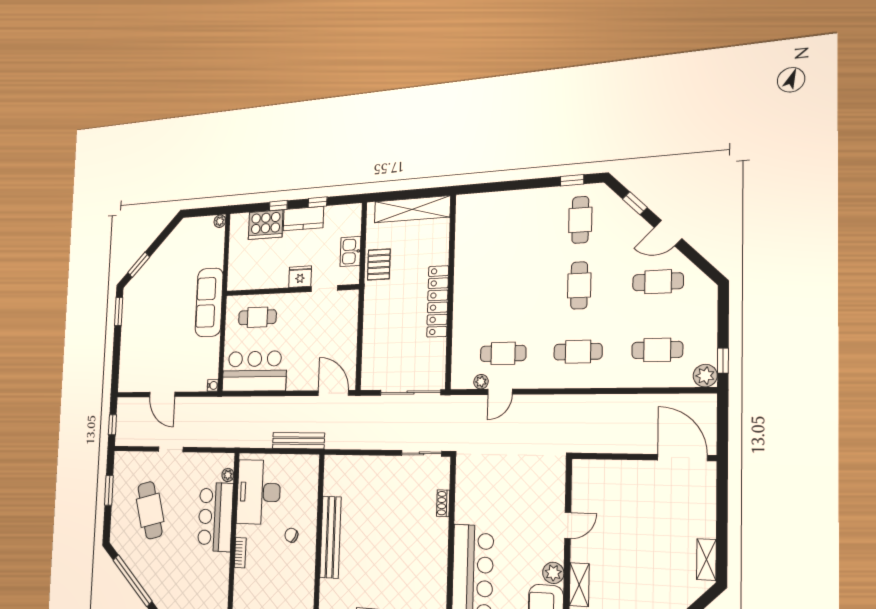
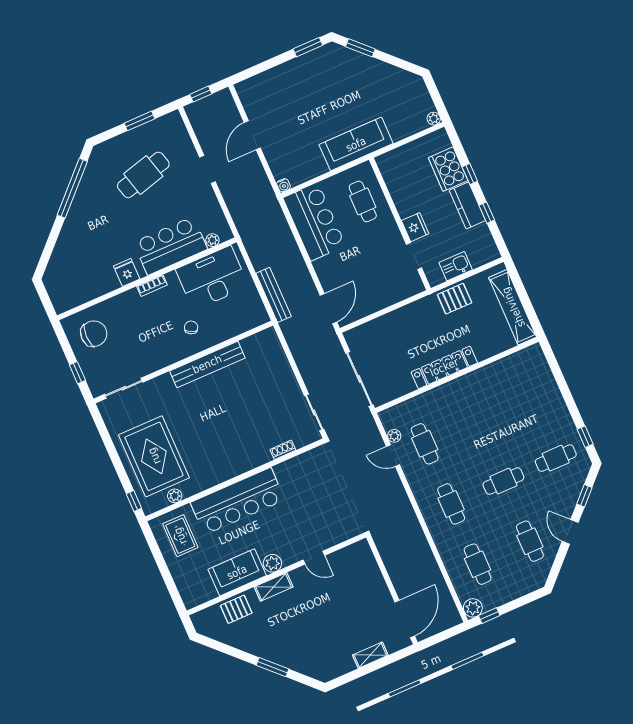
shelving: (706, 560) -> (370, 655), moved
fridge: (219, 570) -> (127, 272), added

